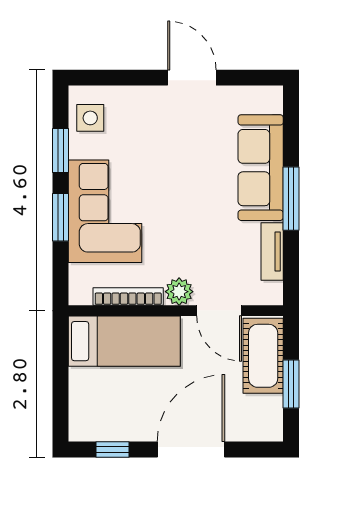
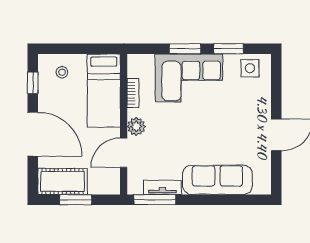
window: (291, 199) -> (155, 200), moved
bookcase: (128, 297) -> (133, 93), width x0.64
cot: (263, 356) -> (63, 181), moved
stool: (96, 405) -> (62, 72), added

